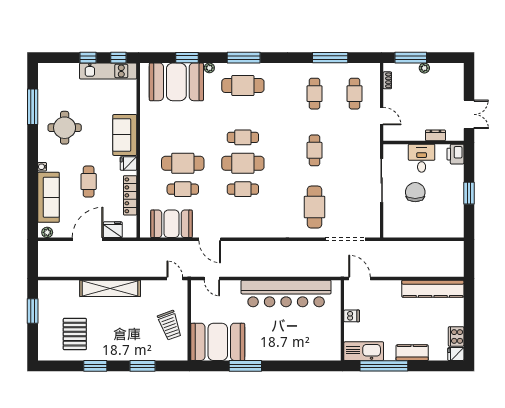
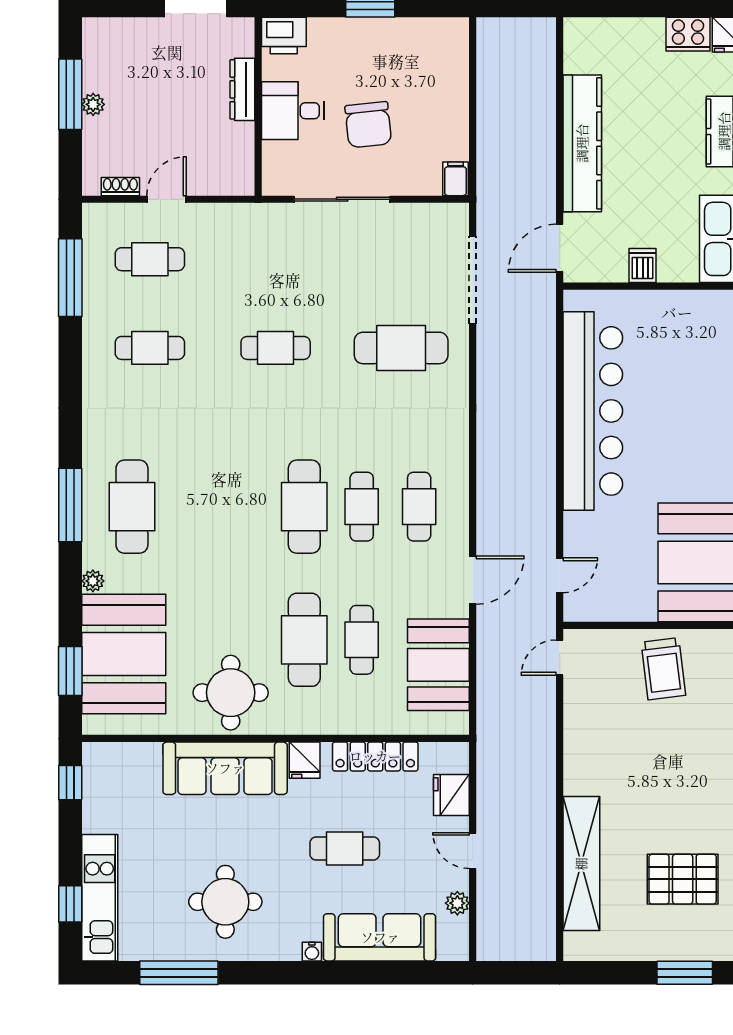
window: (88, 58) -> (70, 904), moved
window: (187, 58) -> (70, 671), moved
window: (330, 58) -> (70, 278), moved
window: (411, 58) -> (70, 94), moved
kitchen unit: (108, 71) -> (100, 898), moved
door: (382, 116) -> (166, 199), moved
round table: (159, 130) -> (231, 693), added
sofa: (125, 135) -> (225, 768), width x1.36
dresser: (435, 135) -> (242, 89), width x1.44
cafe table: (243, 137) -> (419, 507), moved
chair: (415, 192) -> (368, 125), turned -96
plant: (47, 232) -> (457, 903), moved
filing cabinet: (391, 232) -> (455, 179), added
door: (88, 239) -> (473, 851), width x0.53
shelving: (110, 288) -> (581, 864), moved
kitchen counter: (433, 289) -> (582, 143), moved
window: (33, 311) -> (685, 973), moved
trolley: (170, 325) -> (663, 669), turned 103

